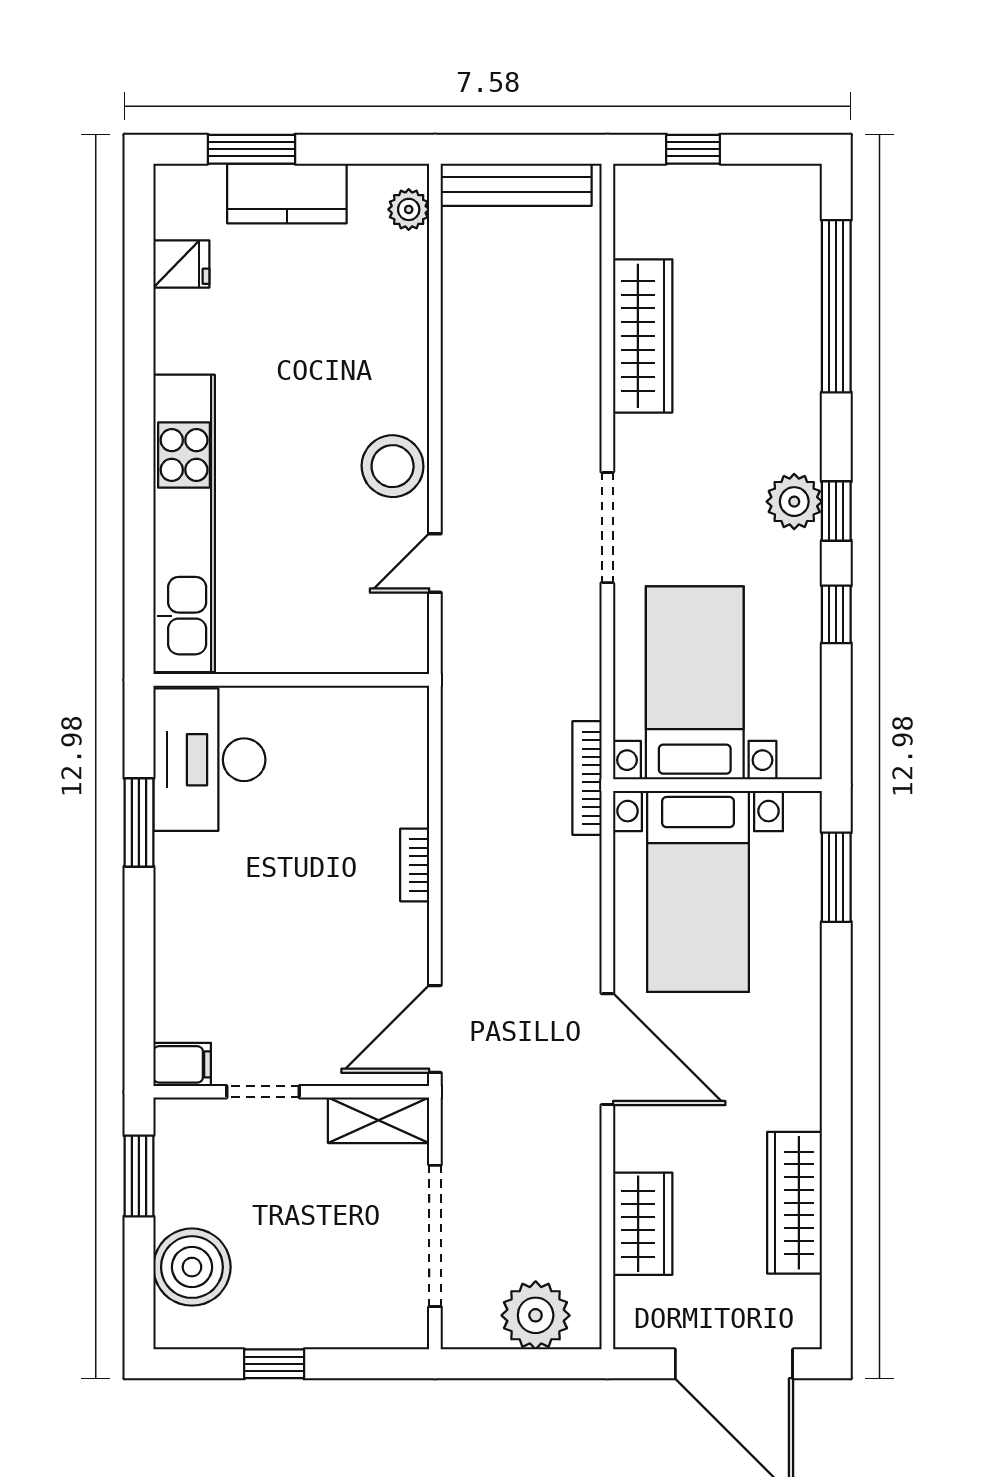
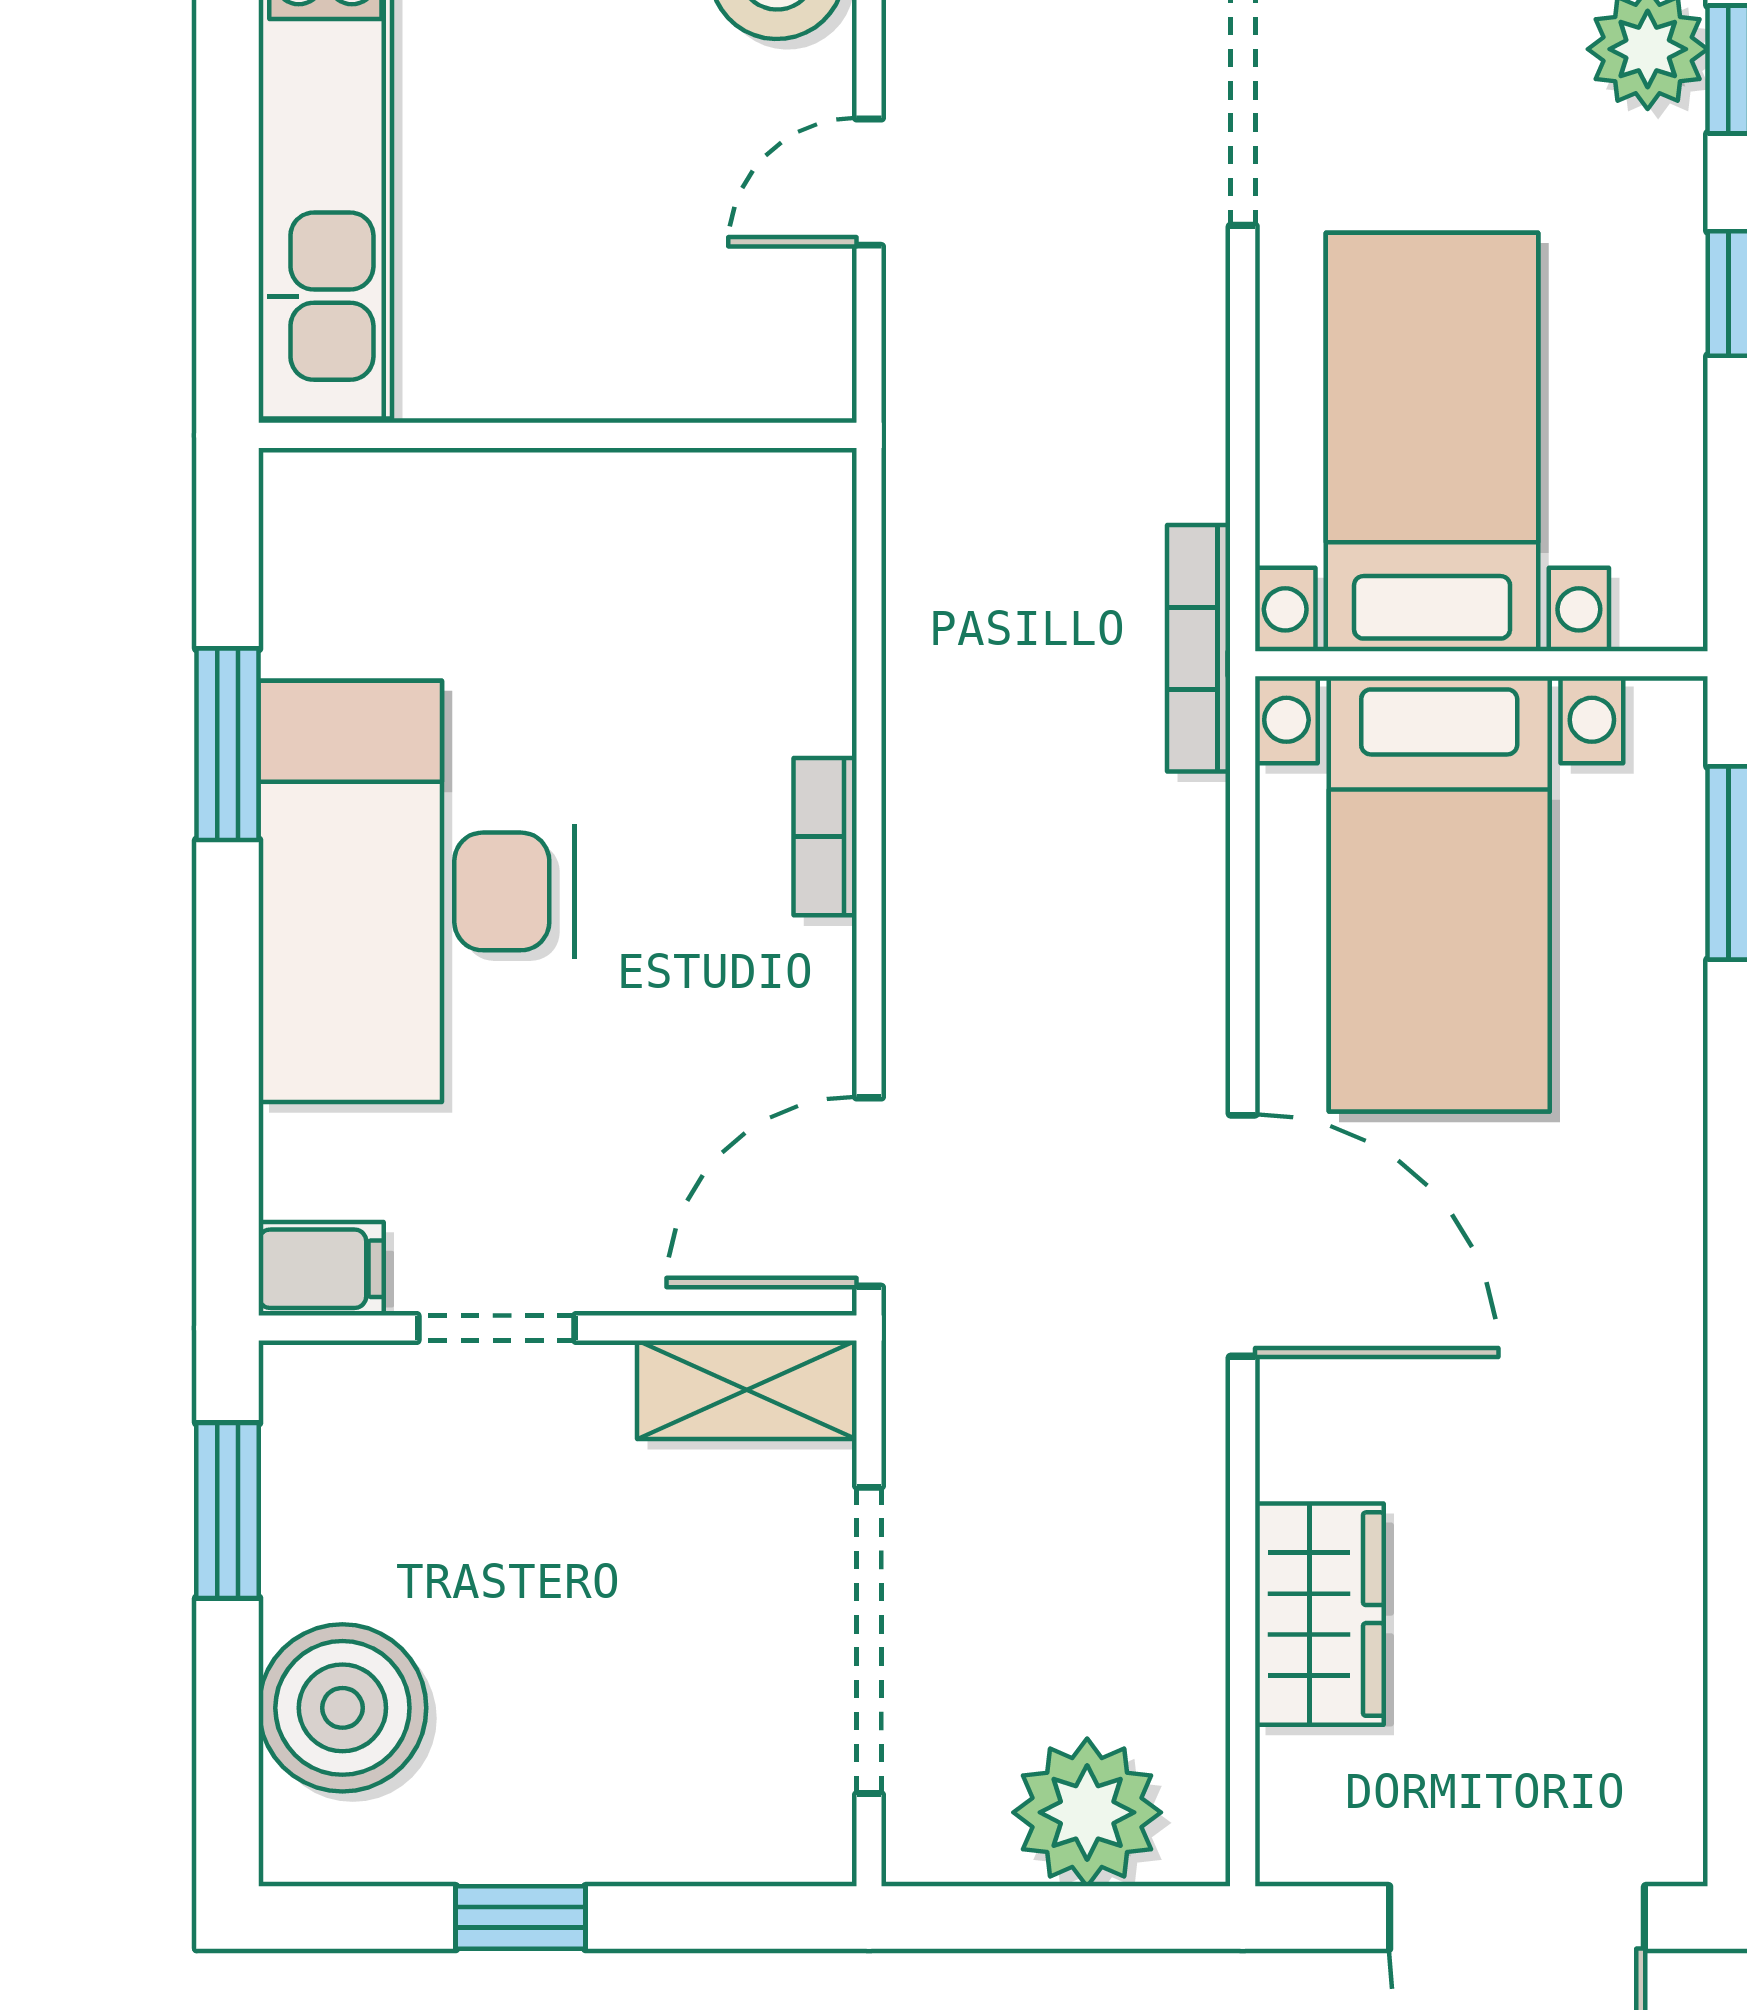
desk: (209, 760) -> (417, 891), moved, width x1.36, depth x1.30
wardrobe: (795, 1203) -> (1648, 1568), removed

